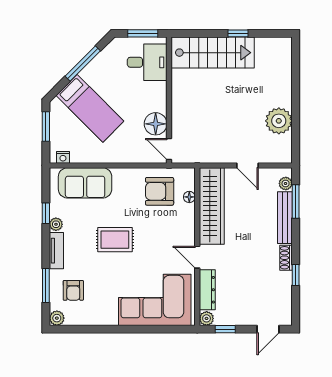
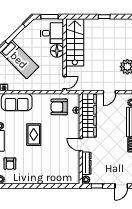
stairs: (213, 53) -> (75, 42), moved, turned -90
floor lamp: (156, 124) -> (57, 51), moved
door: (169, 149) -> (65, 83), swing flipped
door: (247, 165) -> (109, 92), hinge flipped
rug: (115, 240) -> (34, 135), turned 90
corner sofa: (155, 300) -> (56, 169), removed

